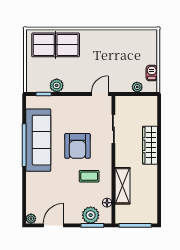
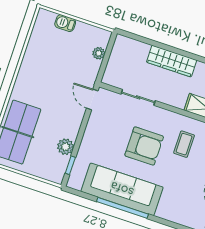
barbecue: (152, 73) -> (65, 23), moved

